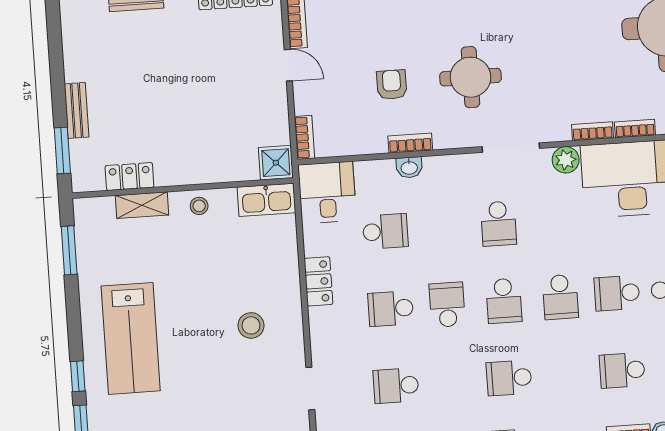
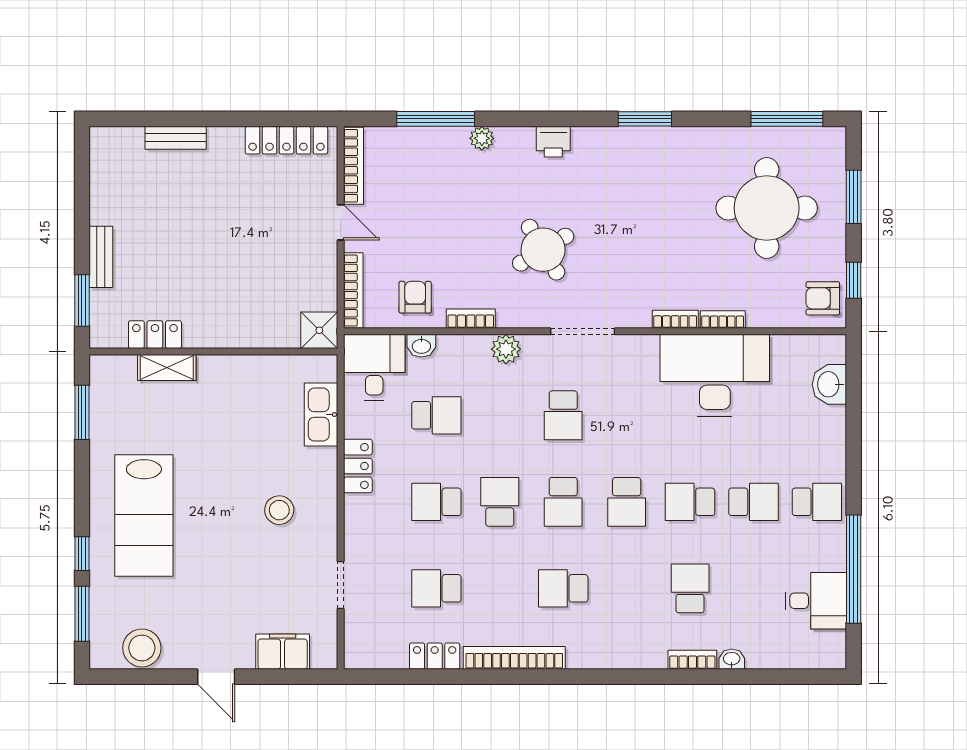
round table: (470, 77) -> (543, 250), turned -31
armchair: (392, 85) -> (415, 297), moved
bookcase: (304, 137) -> (353, 291), width x1.56
plant: (566, 160) -> (506, 349), moved
washbasin: (409, 167) -> (421, 346), moved
kitchen sink: (266, 200) -> (321, 415), moved, turned 90
stool: (199, 206) -> (230, 373), removed
school desk: (622, 370) -> (690, 588), turned 90

